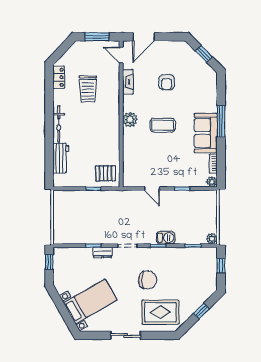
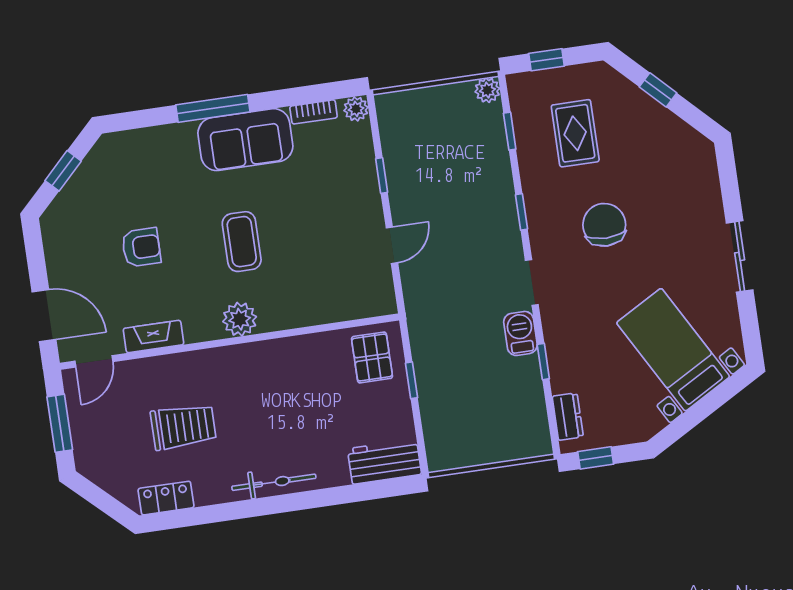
workbench: (61, 158) -> (384, 461), moved
barbecue: (166, 238) -> (520, 333), moved
dresser: (102, 253) -> (568, 417), moved
rug: (160, 312) -> (575, 133), moved, width x0.73, depth x0.70

